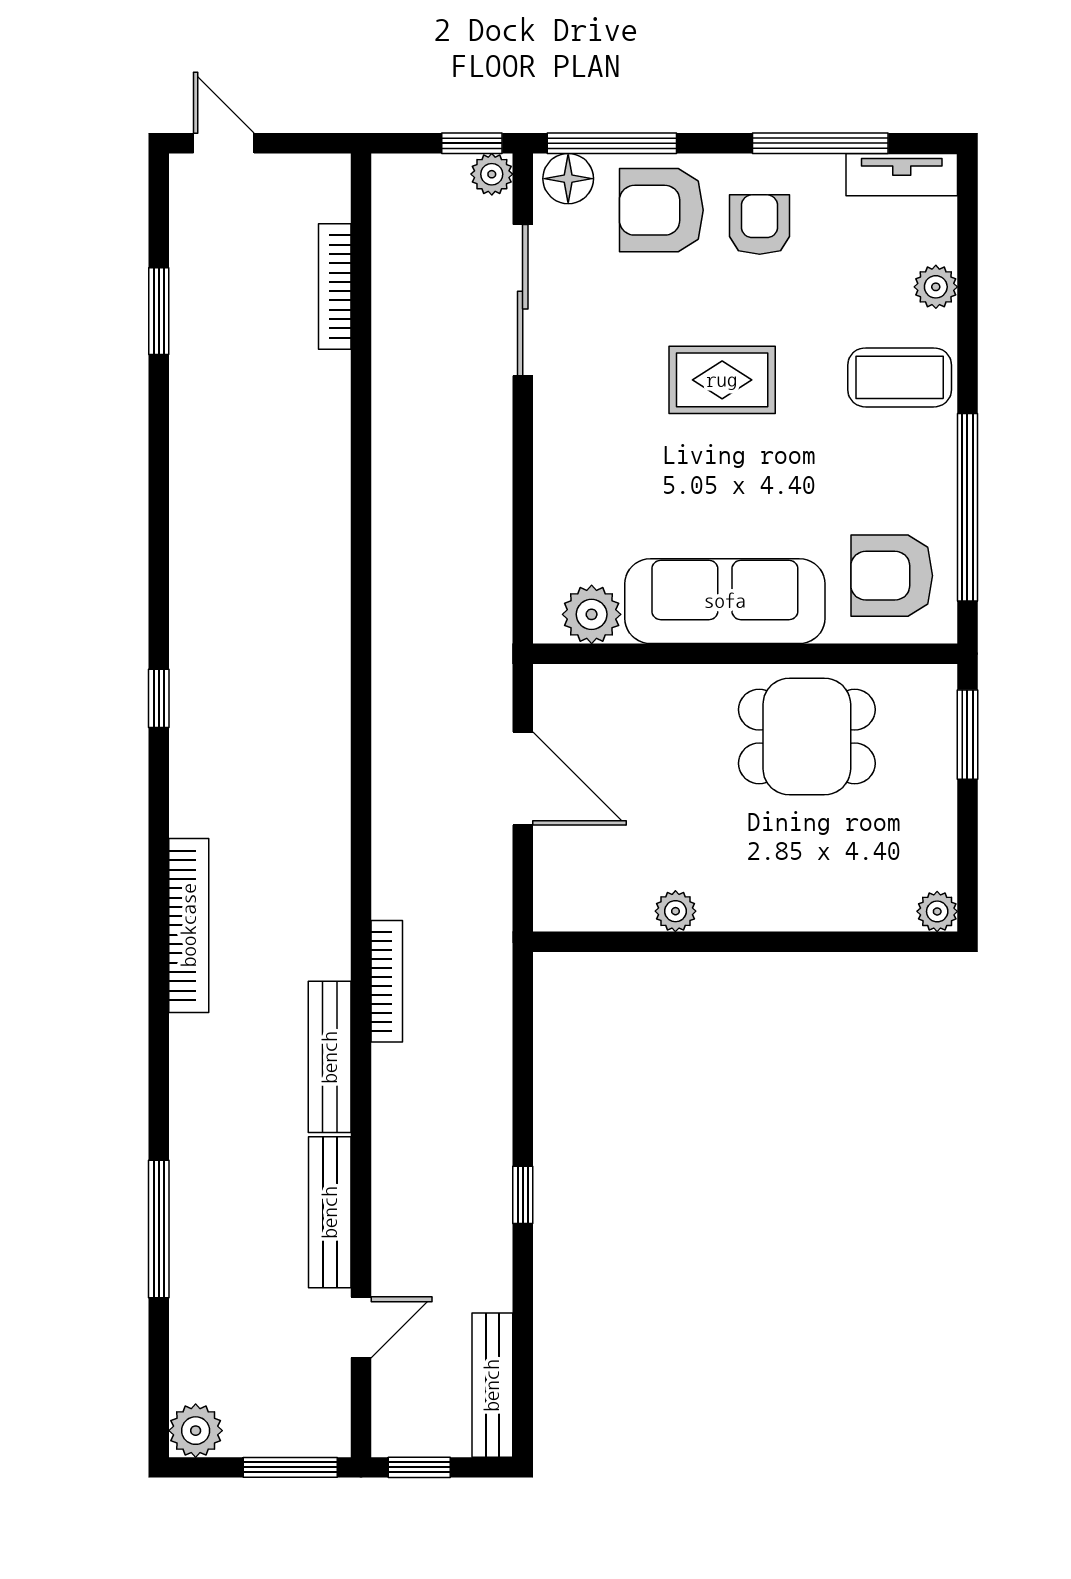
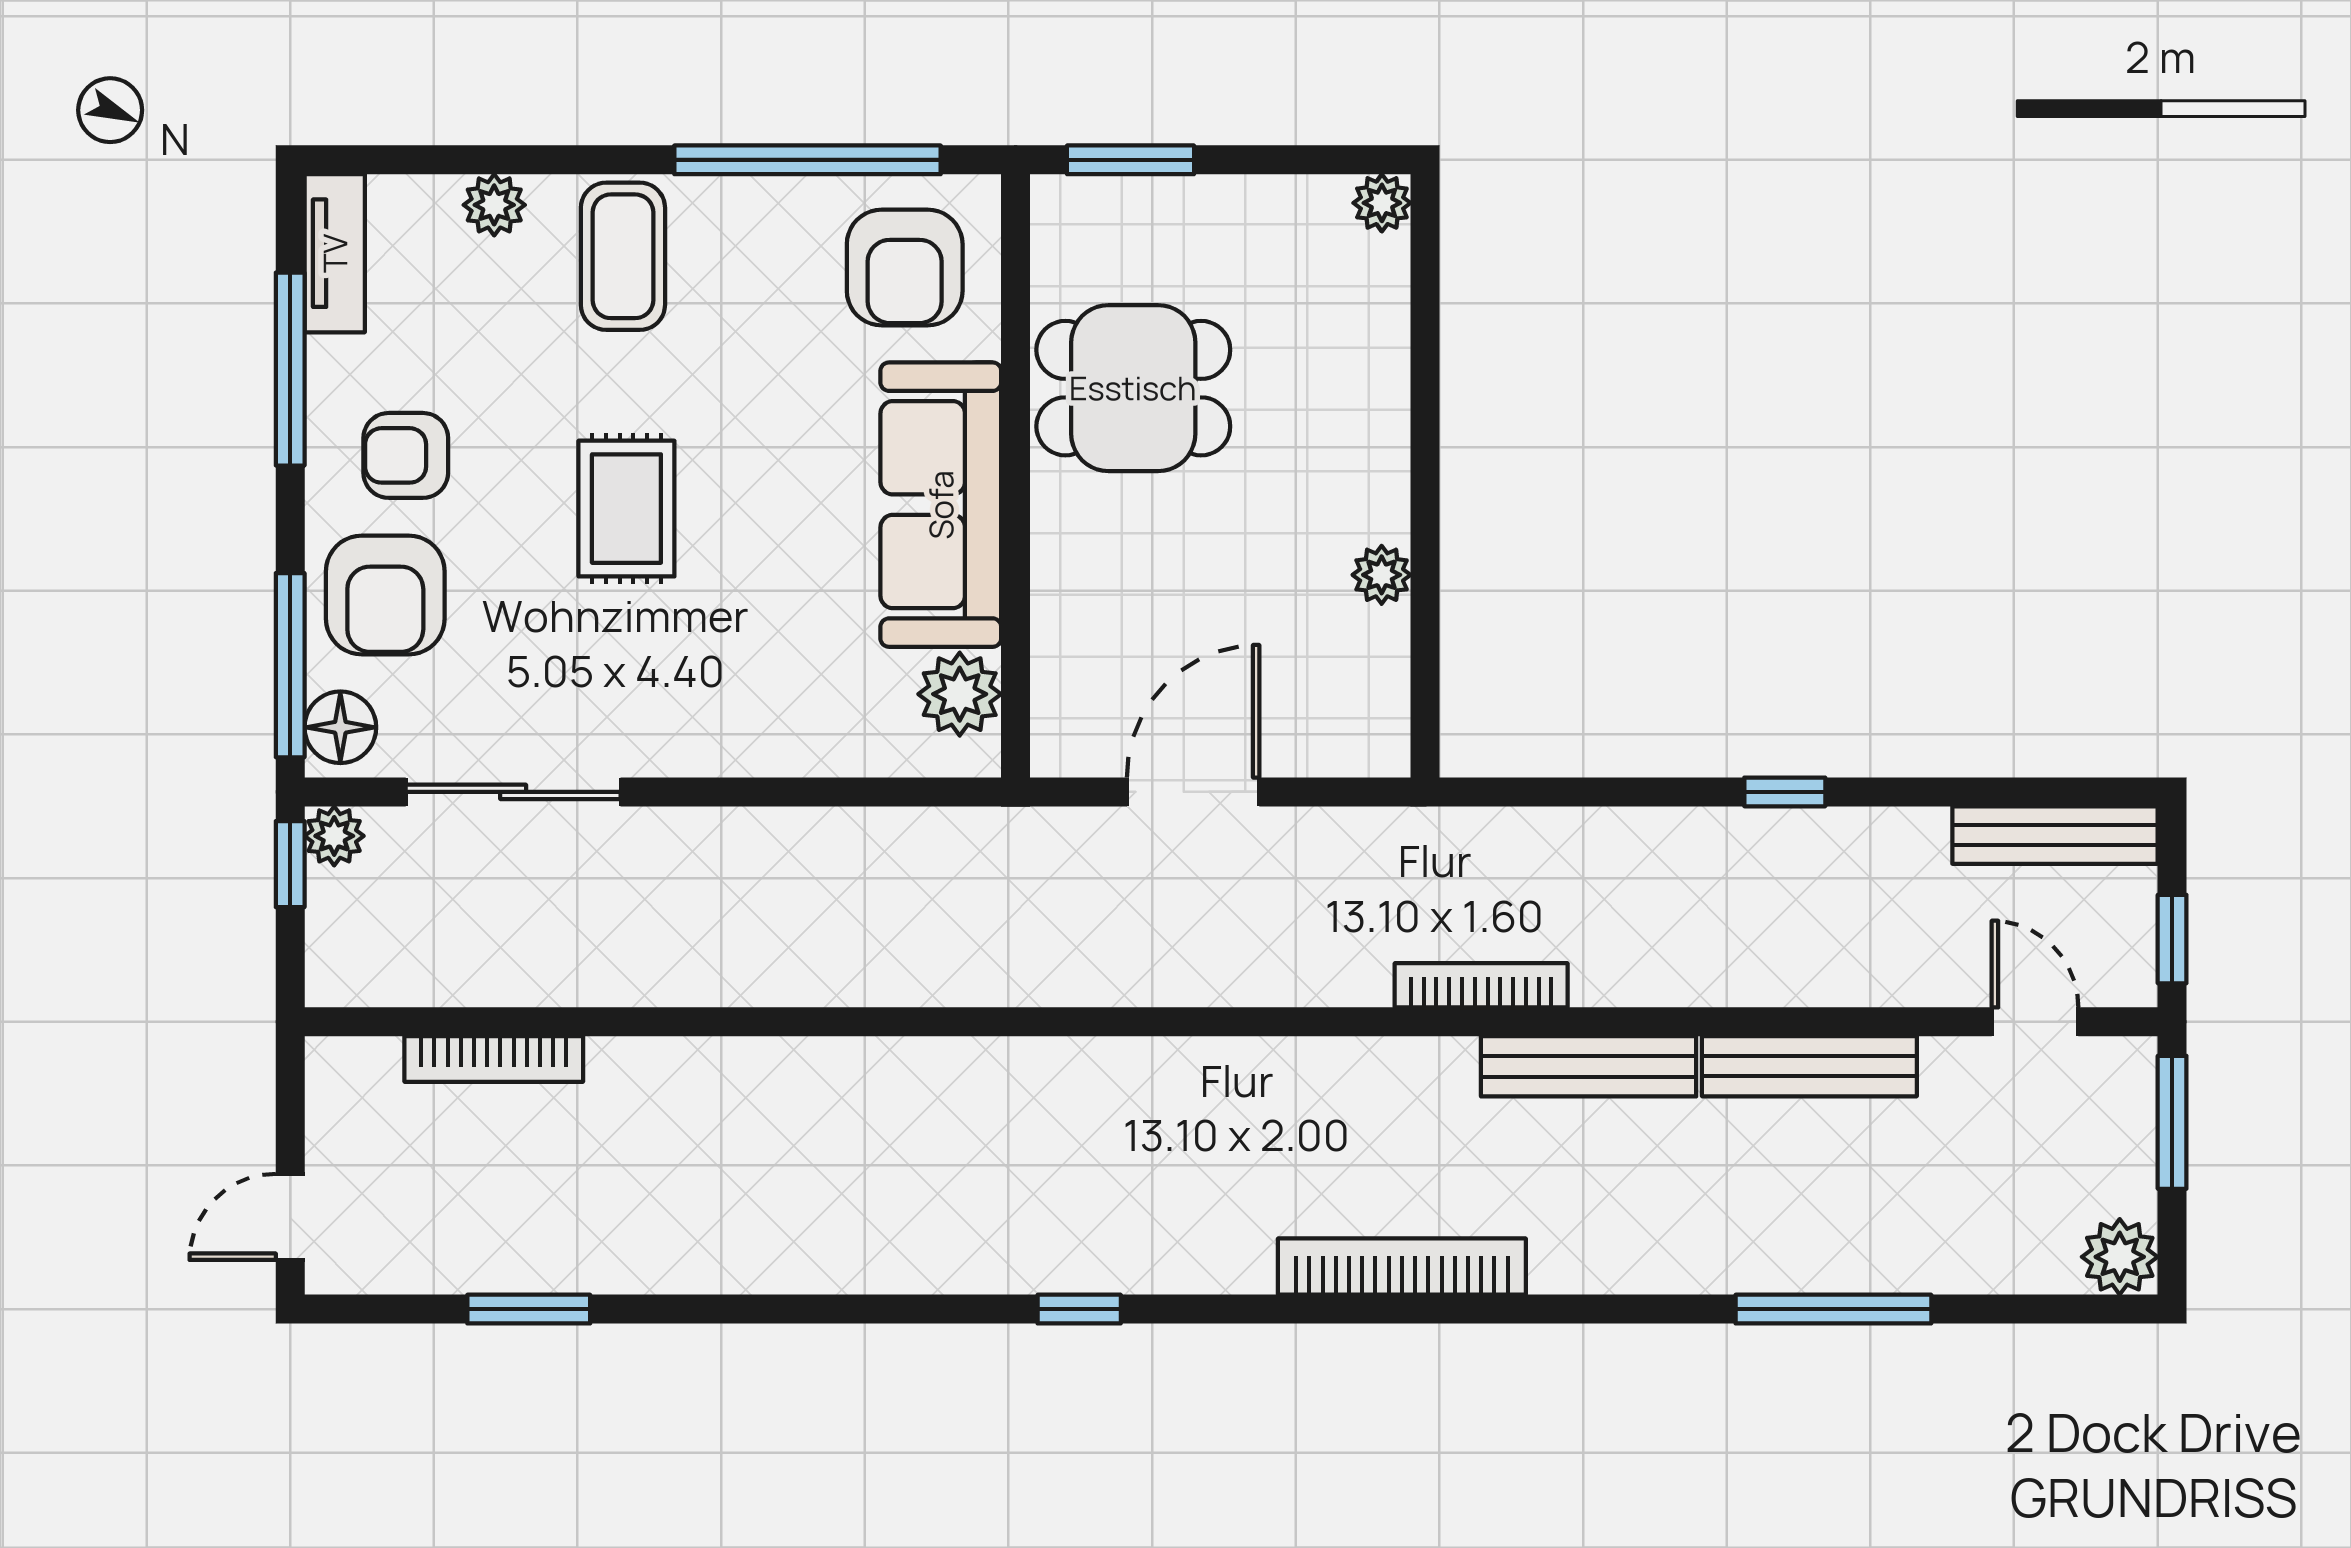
dining table: (807, 736) -> (1133, 388), turned 90
door: (361, 1327) -> (2035, 1022), moved

